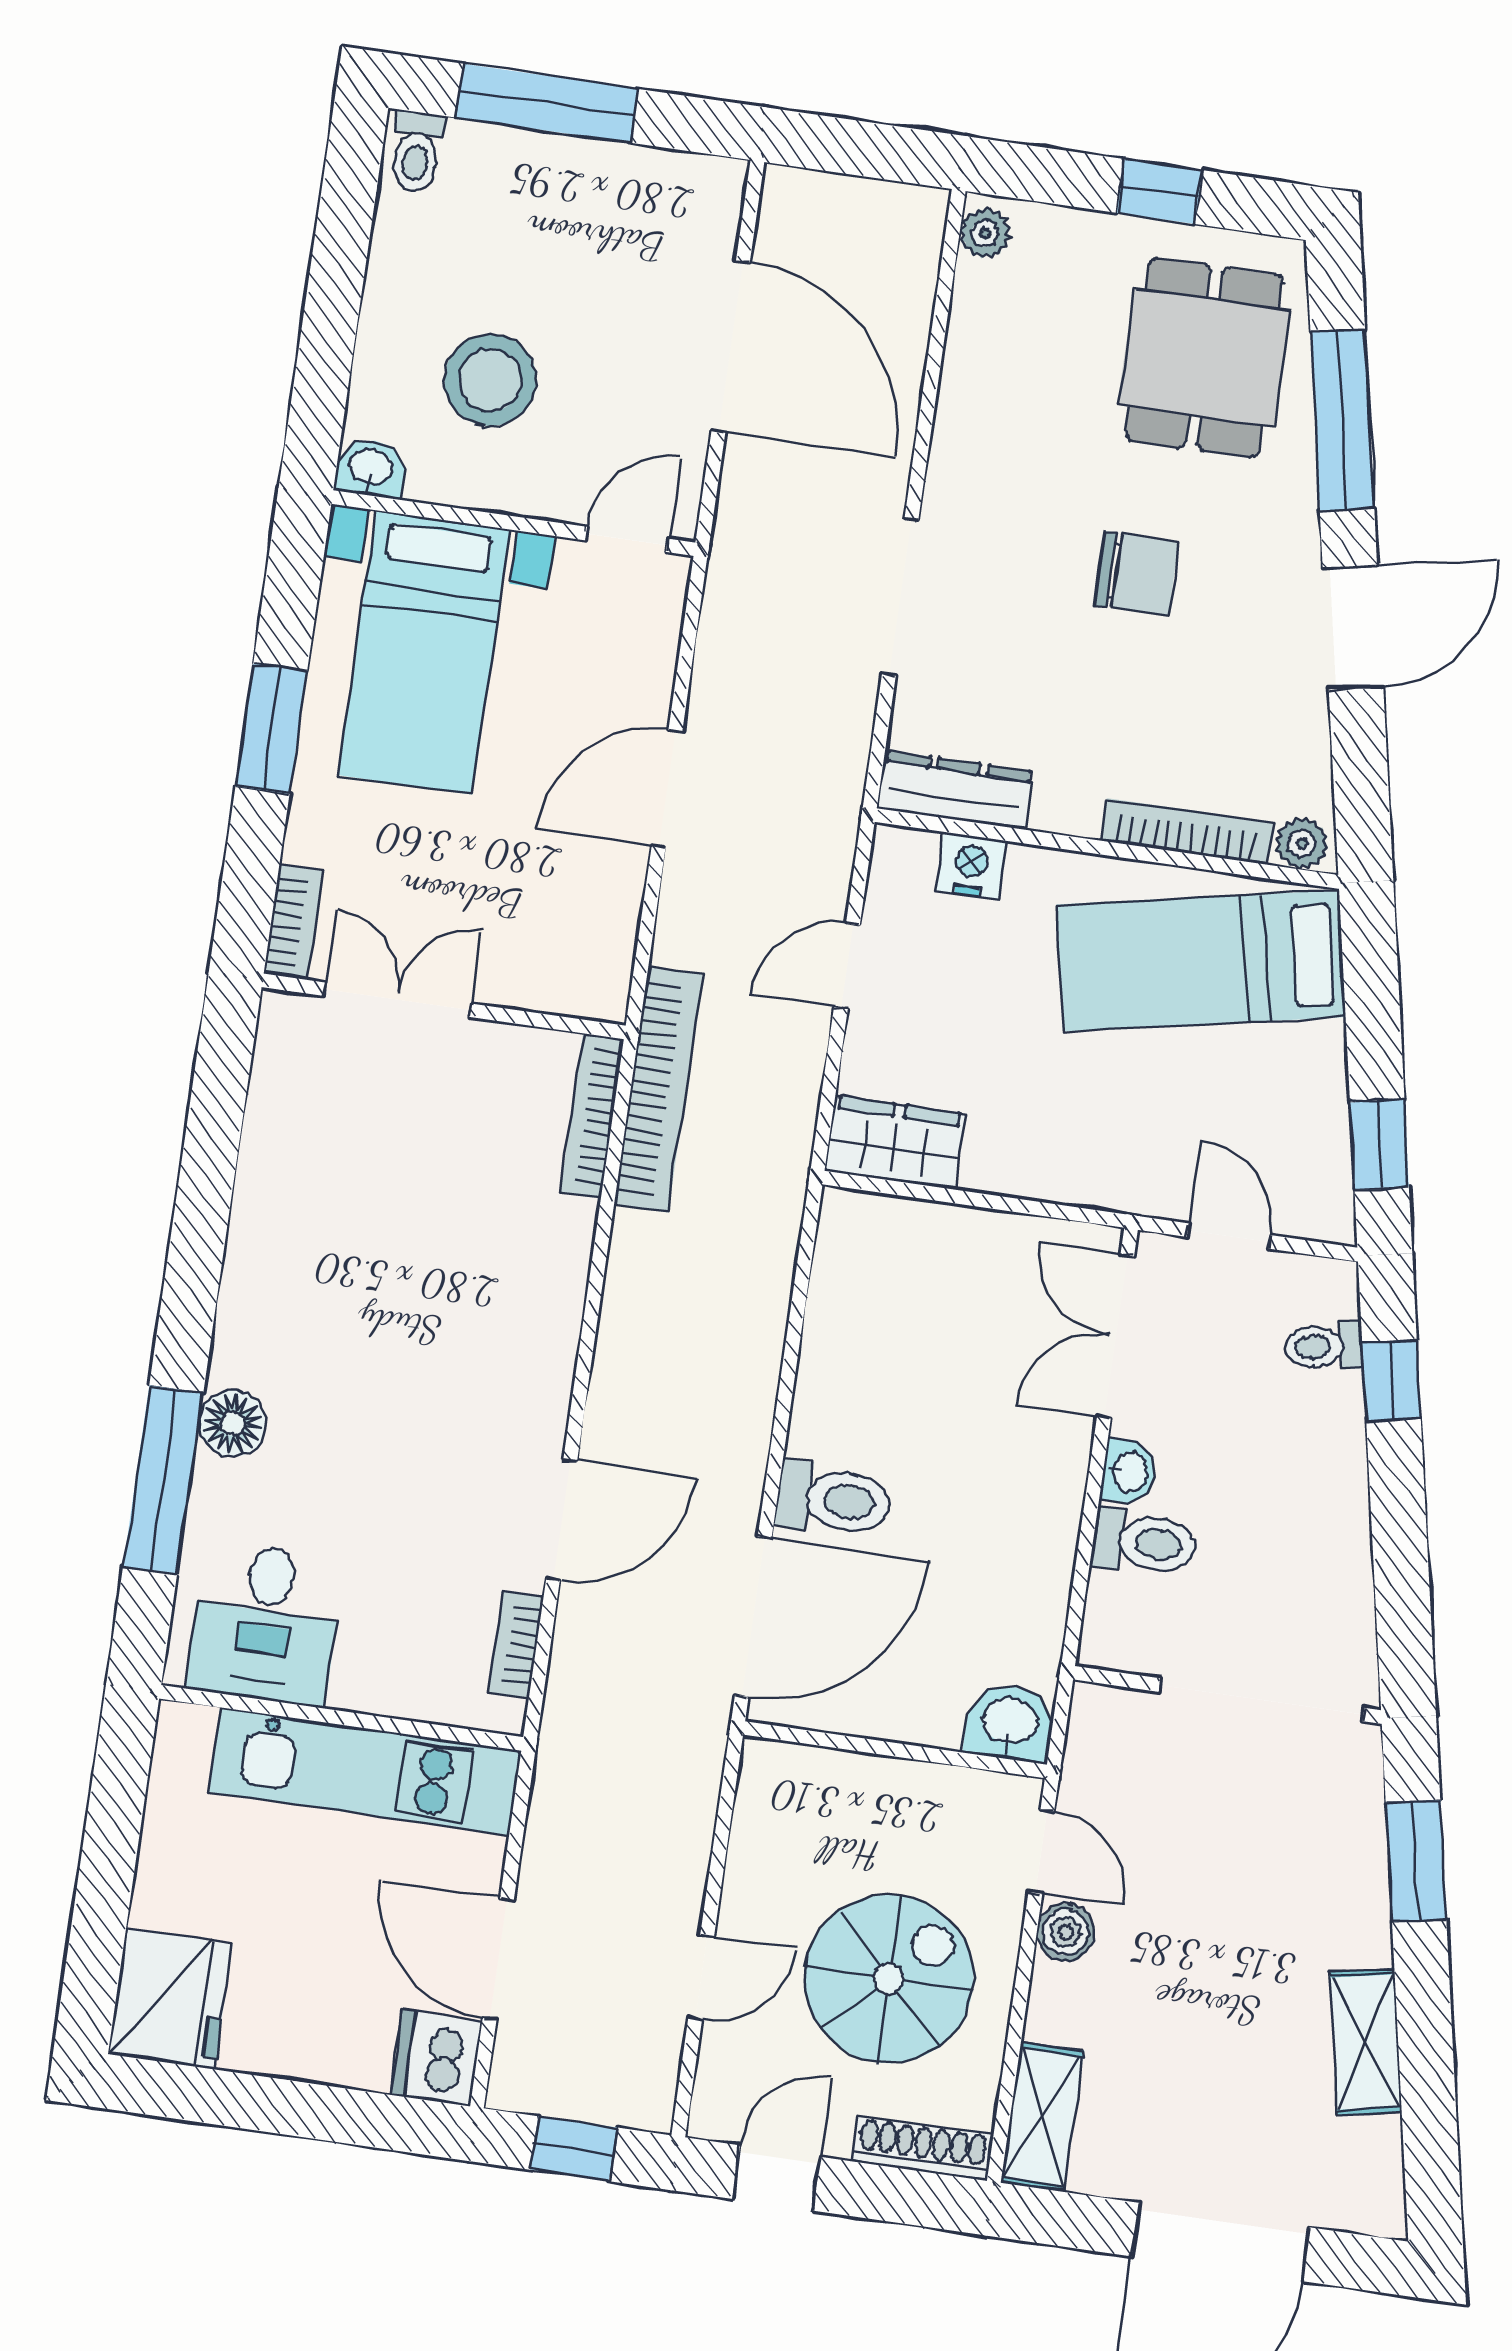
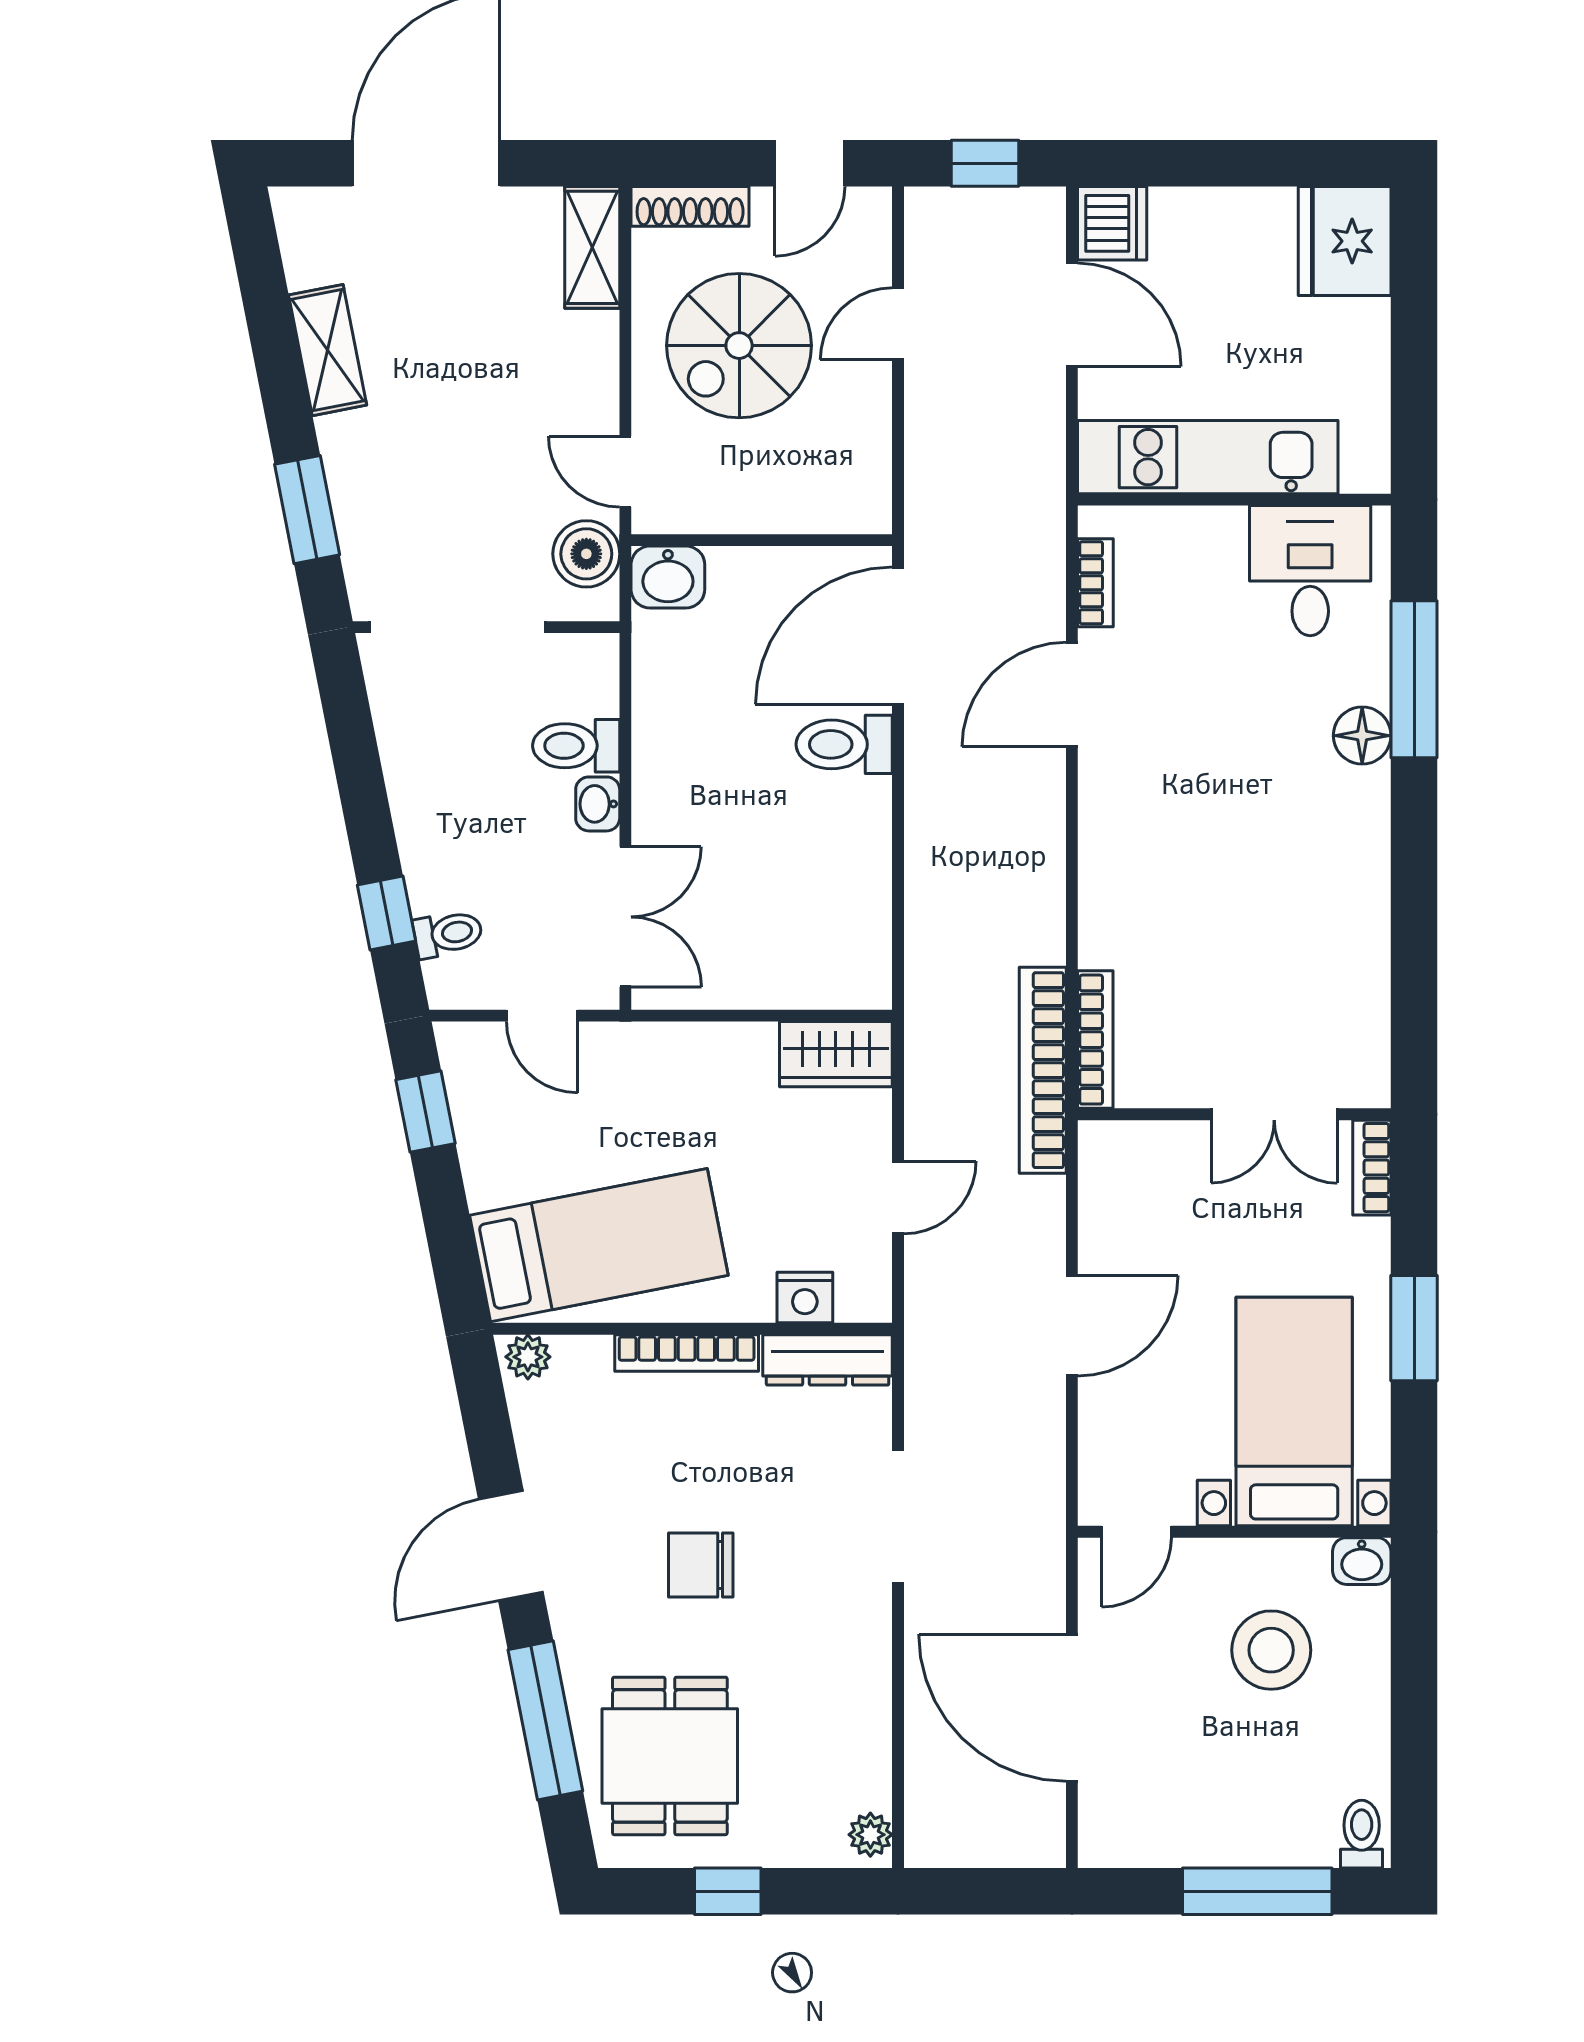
bookcase: (1187, 831) -> (687, 1353), moved
boiler: (1065, 1932) -> (586, 554), moved, width x1.36, depth x1.36

